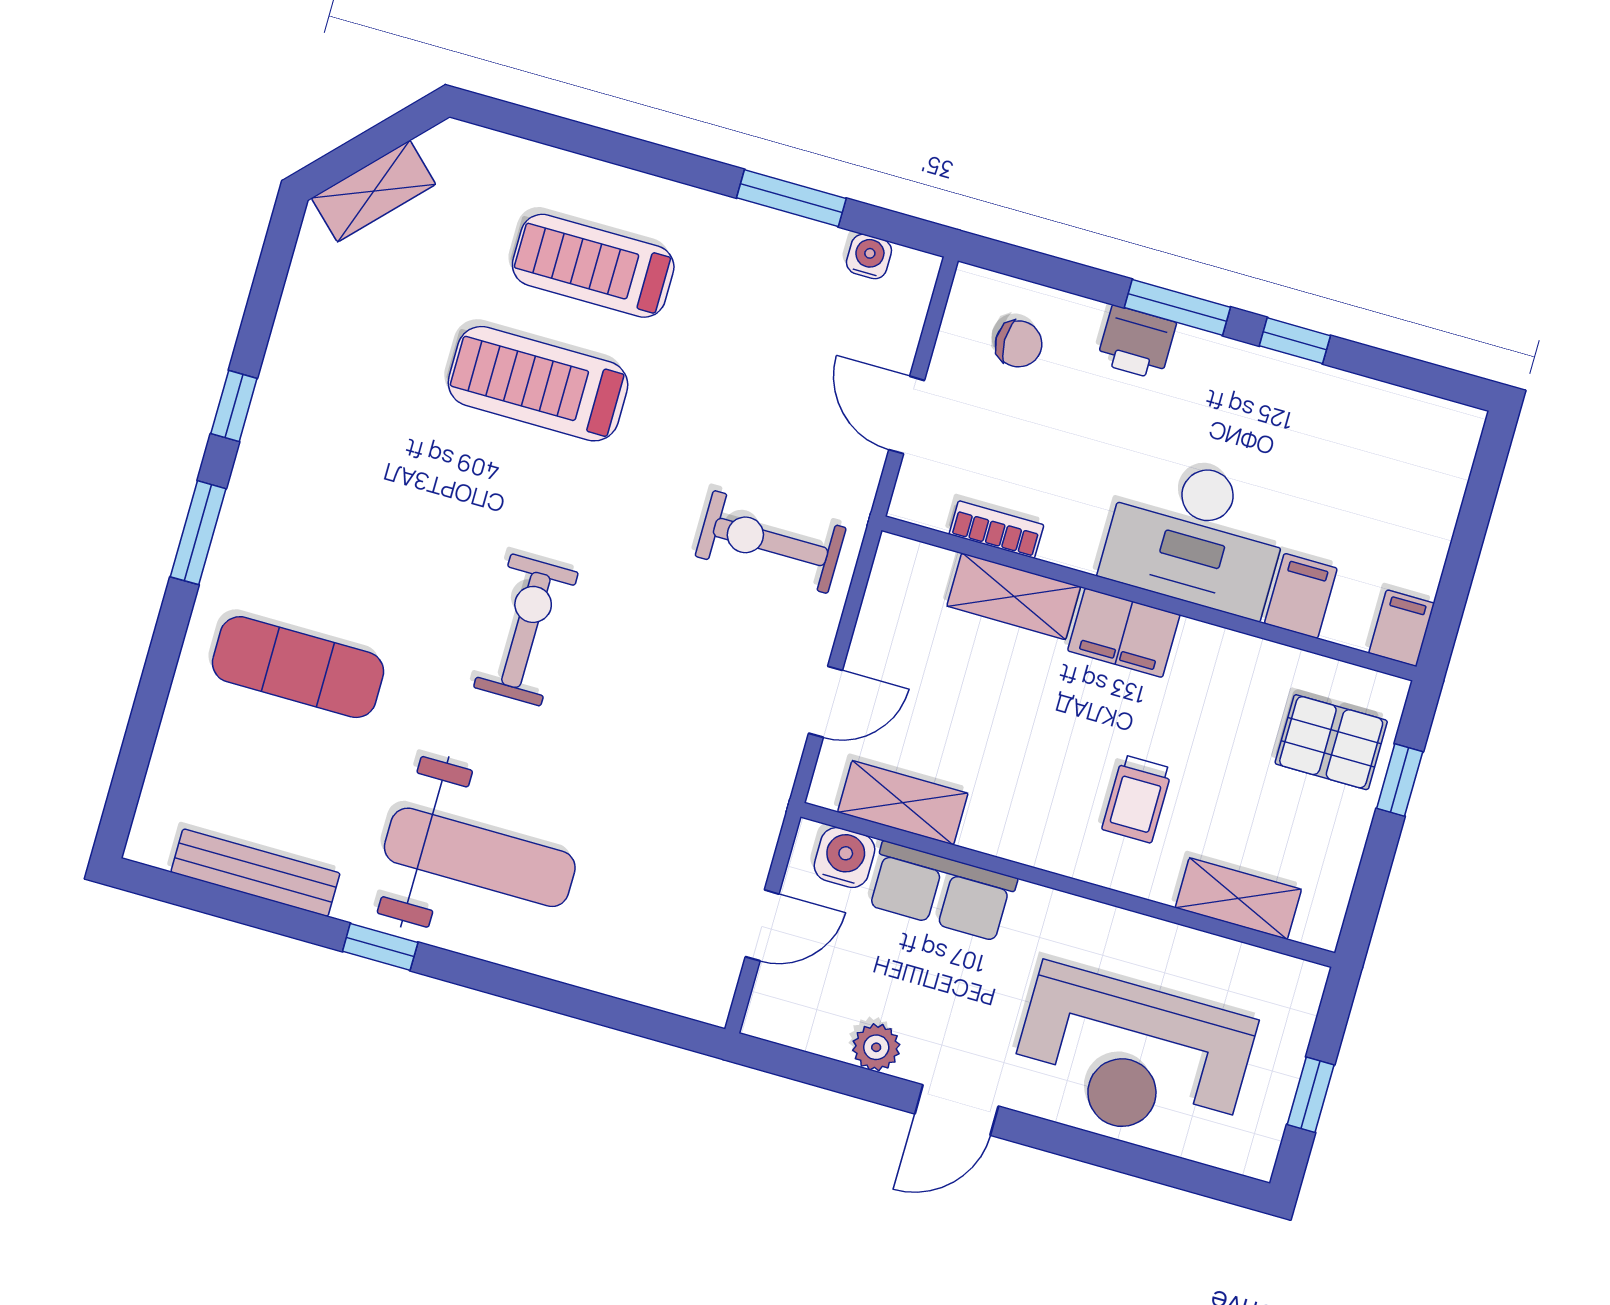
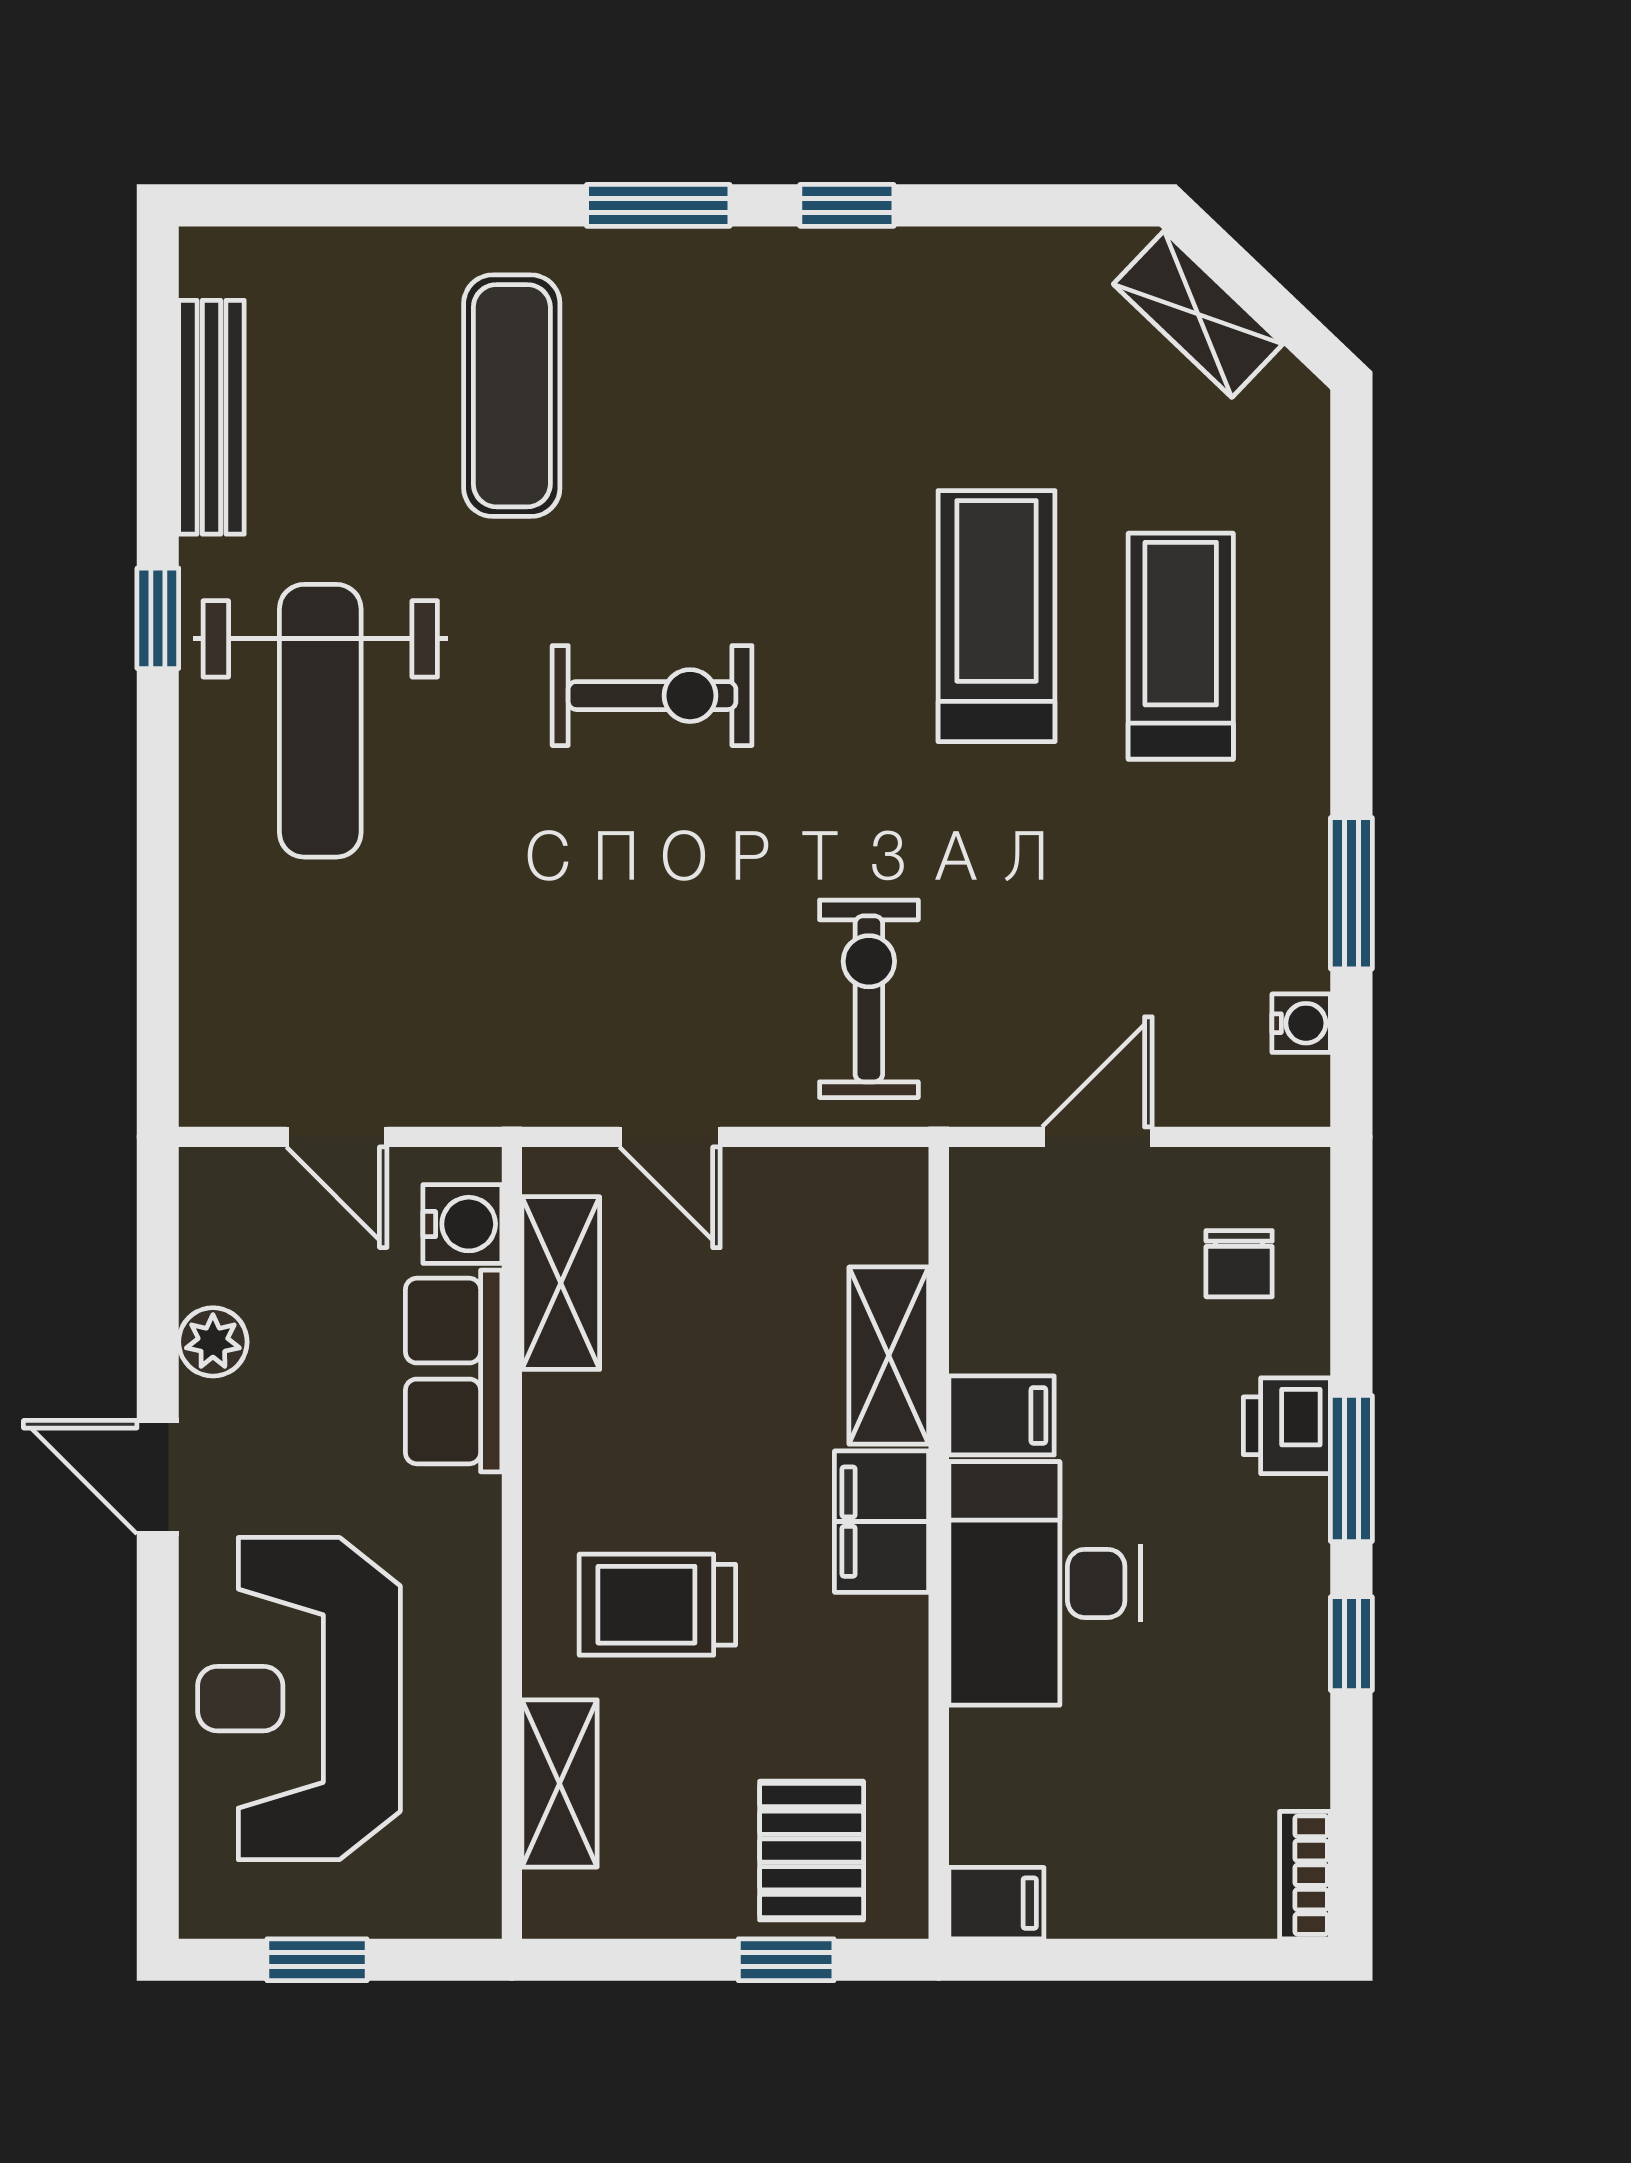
bookcase: (996, 530) -> (1305, 1875), moved, turned 180
filing cabinet: (1301, 596) -> (1001, 1415), moved
trolley: (1137, 799) -> (657, 1605), width x1.36, depth x1.39

